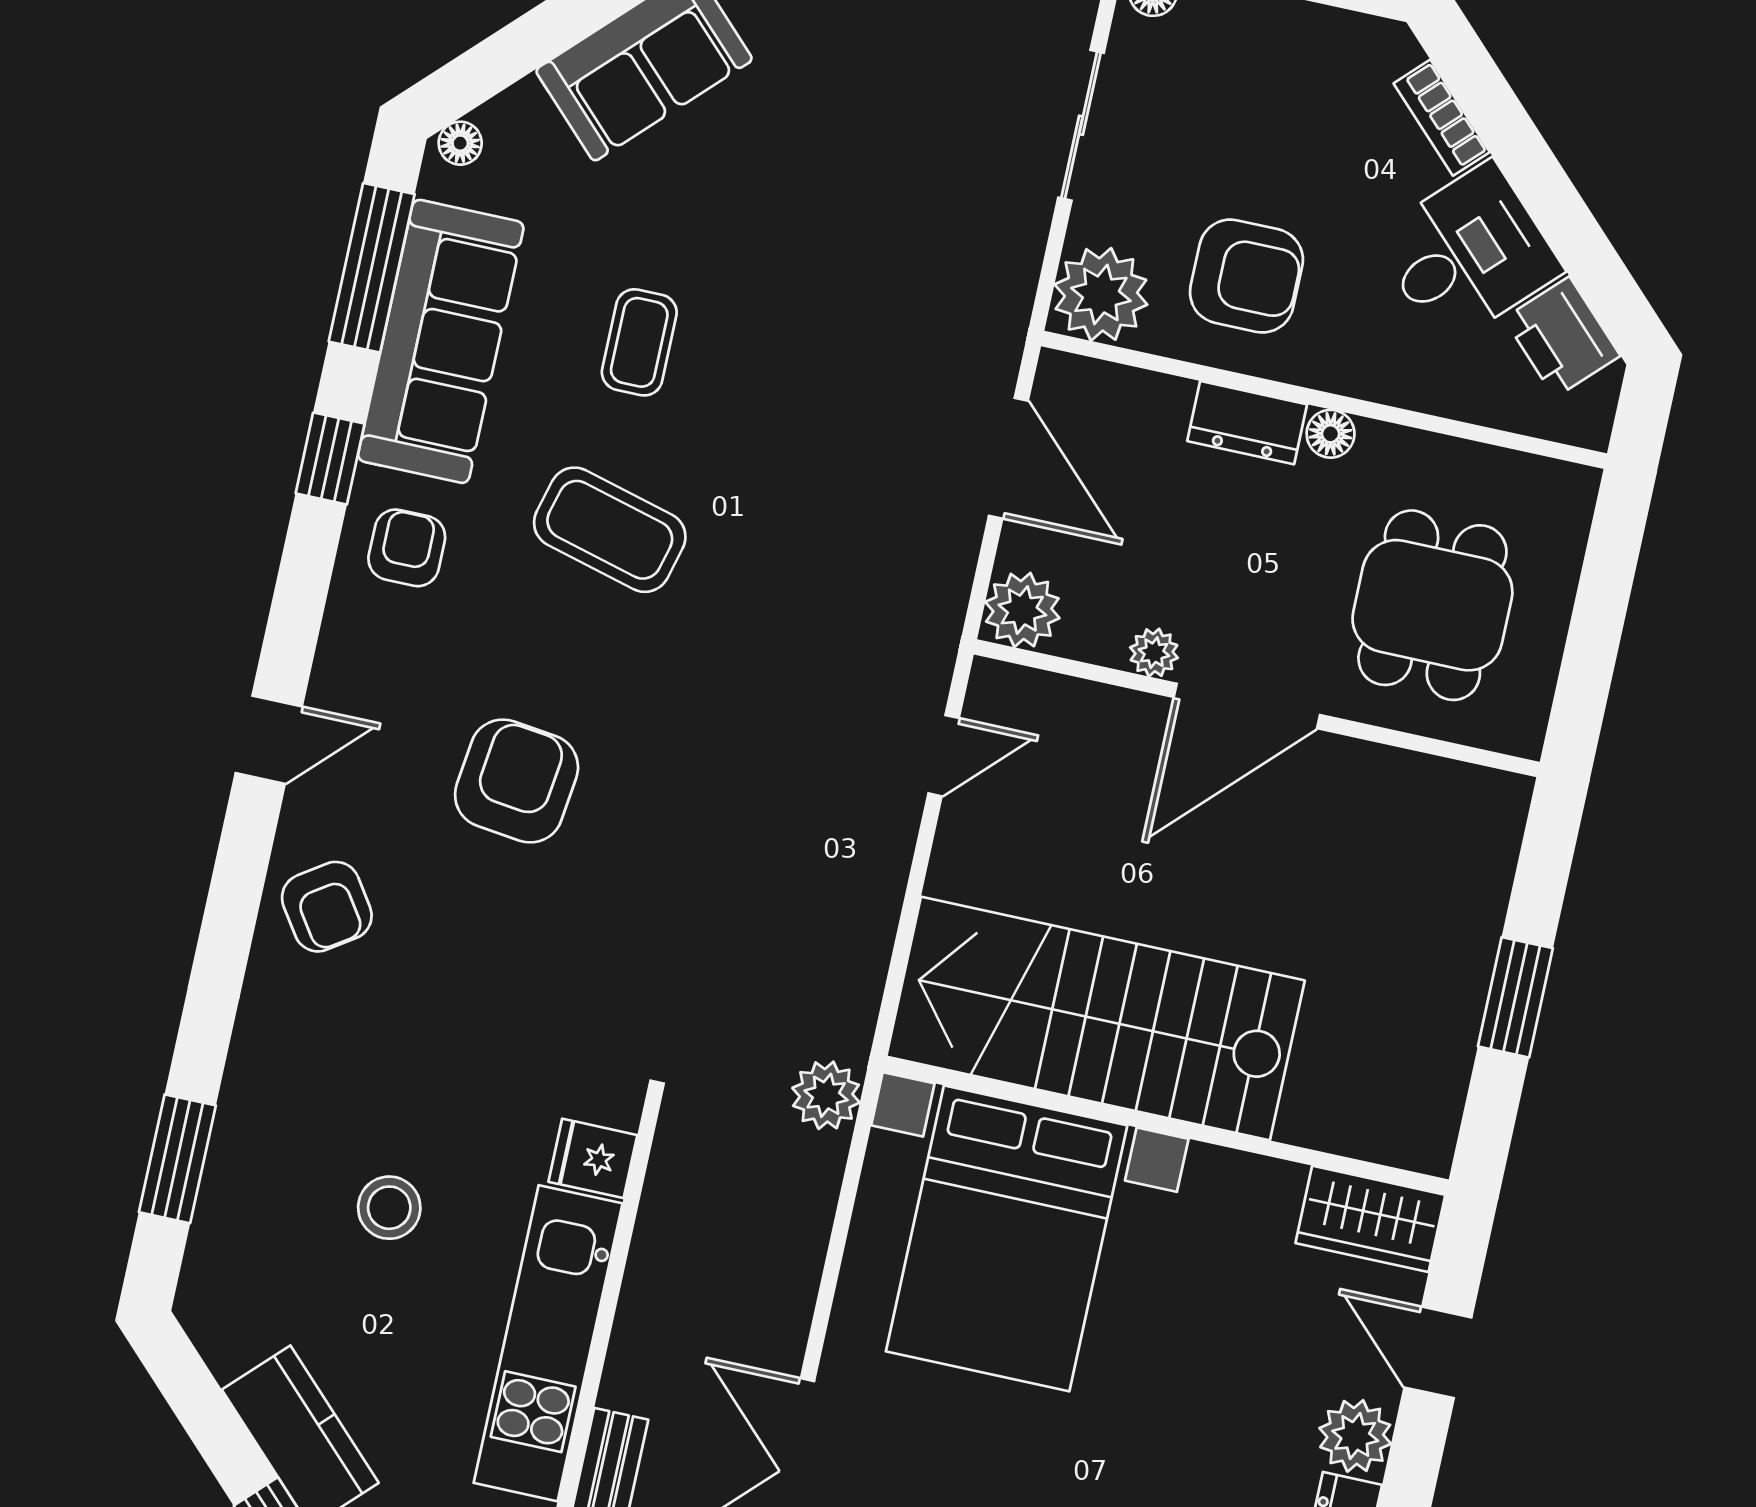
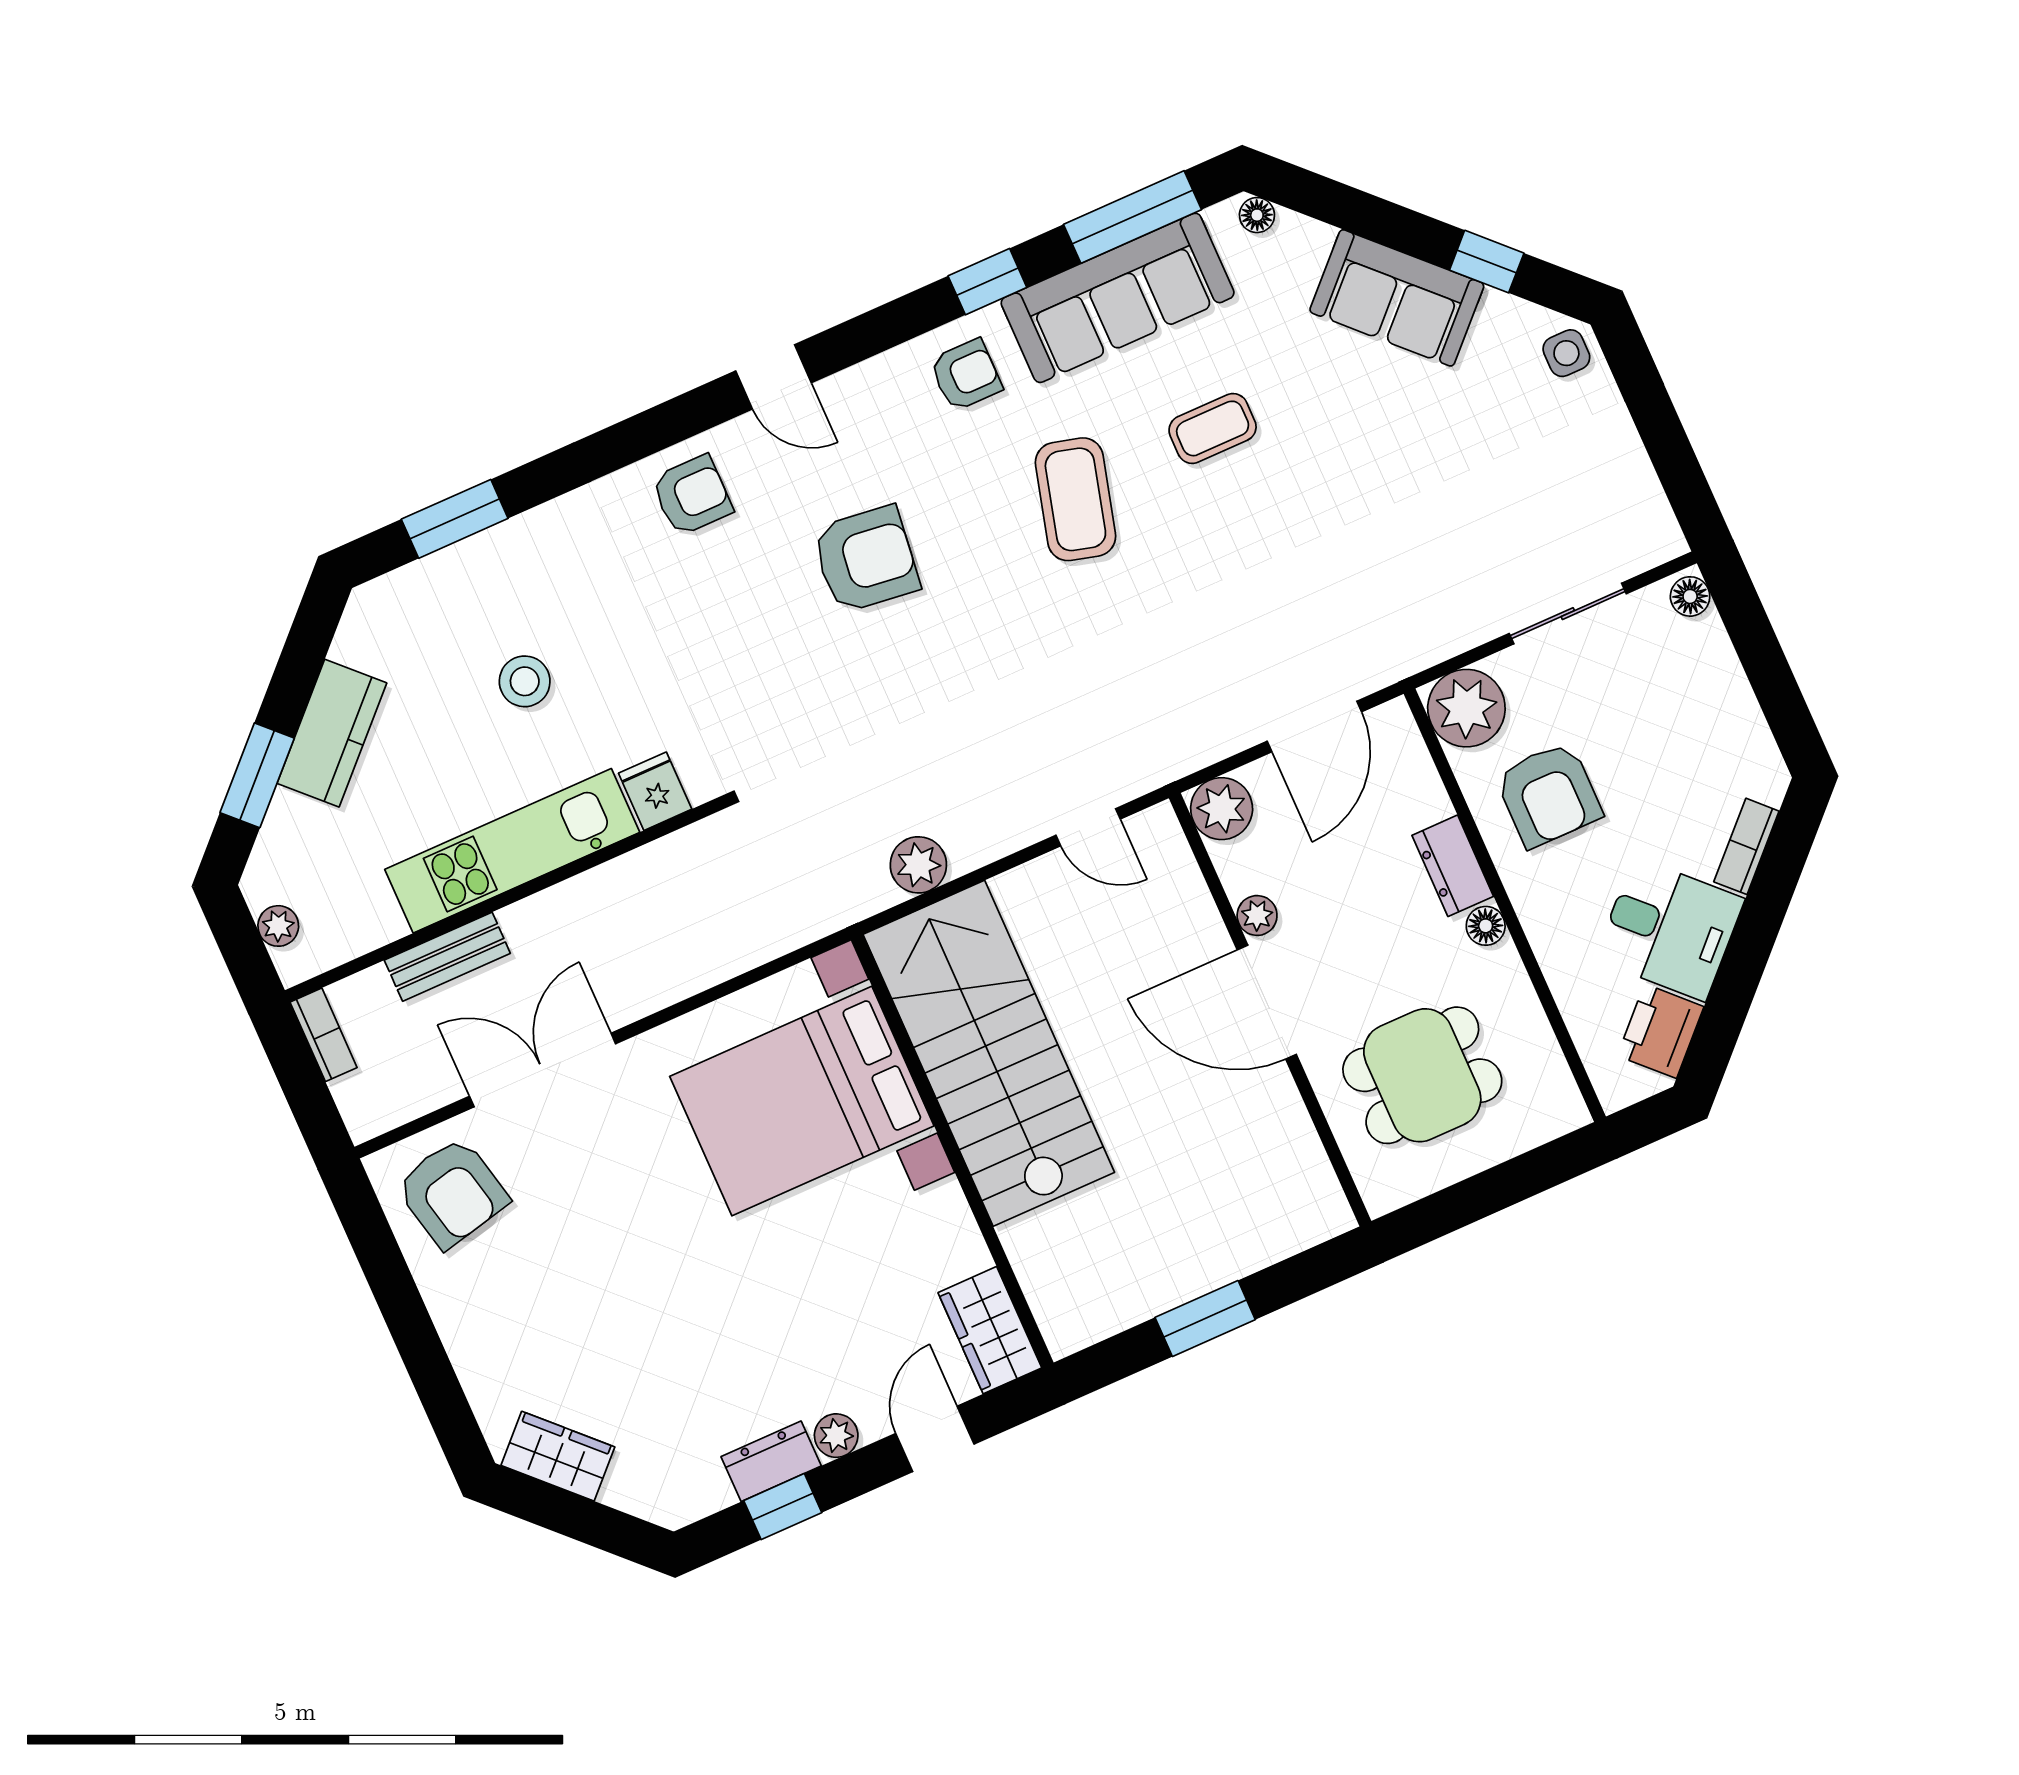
armchair: (327, 907) -> (692, 495), turned -146
plant: (826, 1095) -> (918, 865), moved
plant: (1355, 1436) -> (836, 1436), width x0.73, depth x0.73

